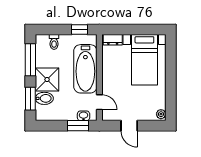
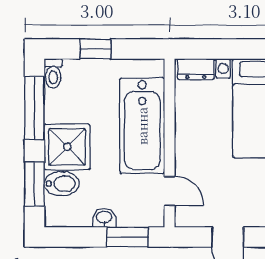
window: (80, 30) -> (95, 49), moved
toilet: (54, 42) -> (53, 73), moved
washbasin: (84, 116) -> (104, 218), moved

